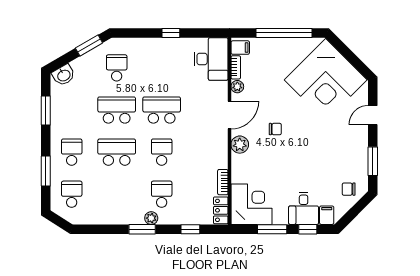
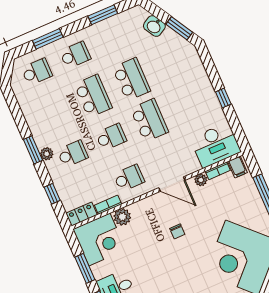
school desk: (117, 68) -> (129, 178), moved
washbasin: (64, 75) -> (154, 26), moved
plant: (240, 145) -> (122, 217), moved

